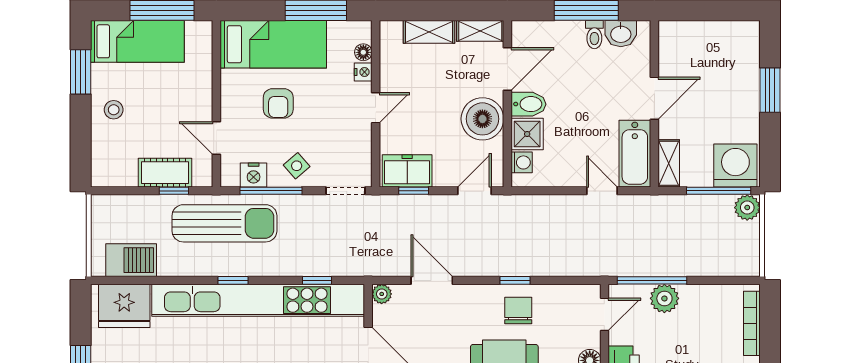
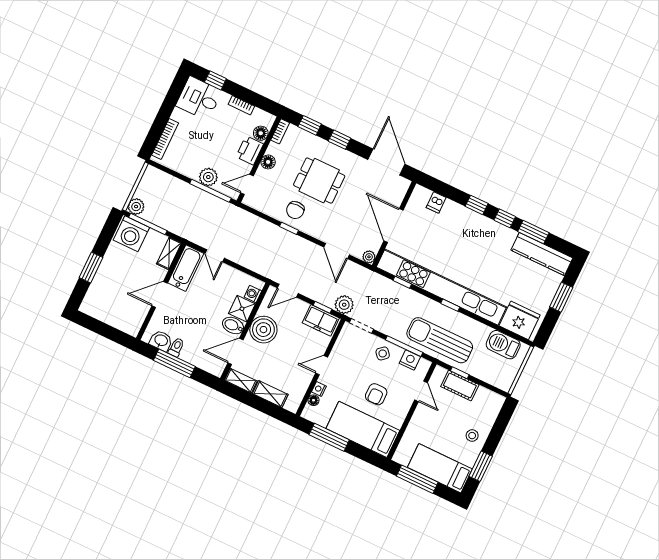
armchair: (278, 103) -> (376, 394), turned 180
plant: (384, 209) -> (344, 305), added

